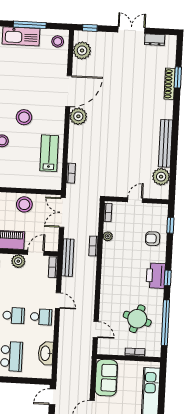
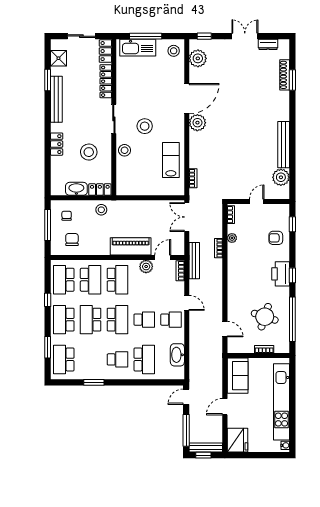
shoe rack: (170, 84) -> (285, 75), moved
stool: (24, 204) -> (149, 211), removed

